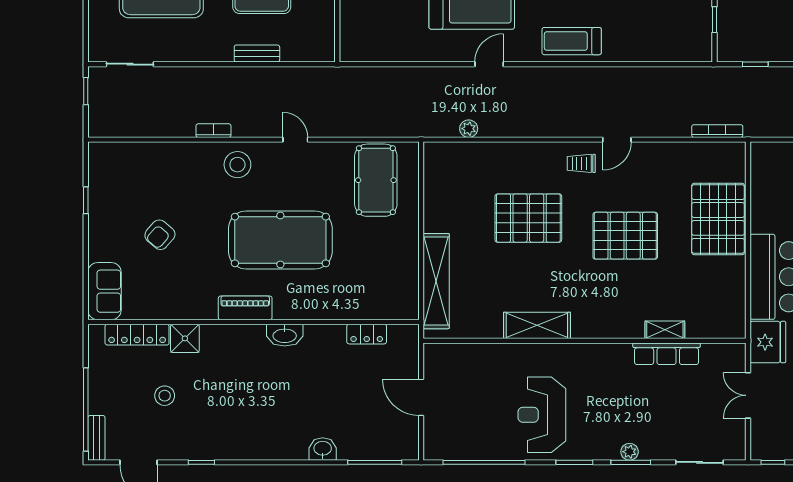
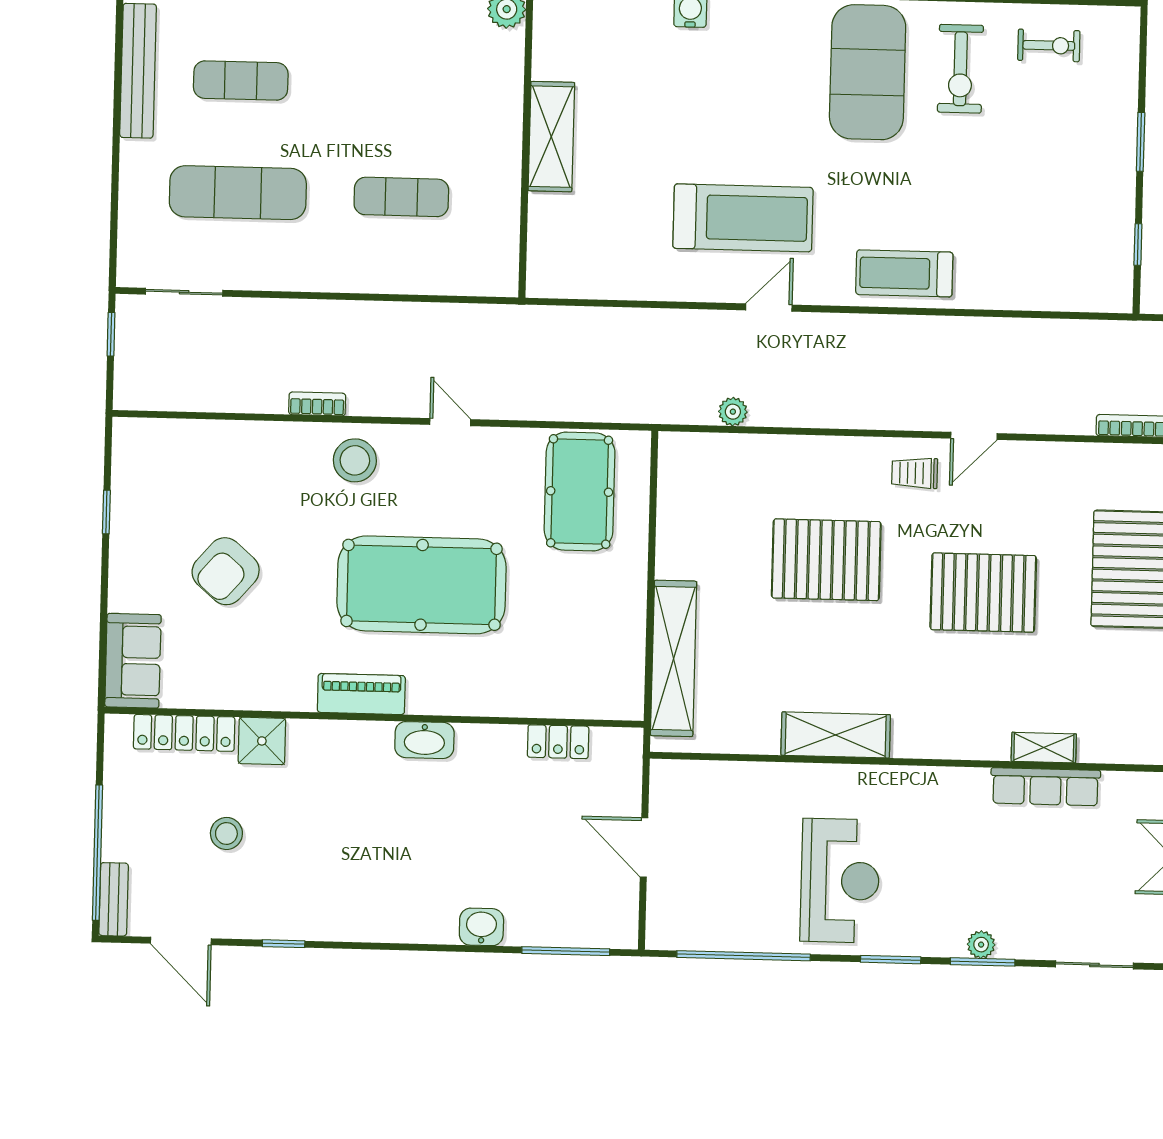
bench: (257, 53) -> (391, 280), removed
armchair: (160, 235) -> (226, 571), width x1.38, depth x1.38
reception desk: (542, 415) -> (840, 881), turned 180

